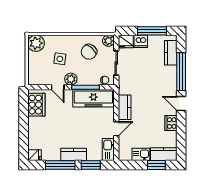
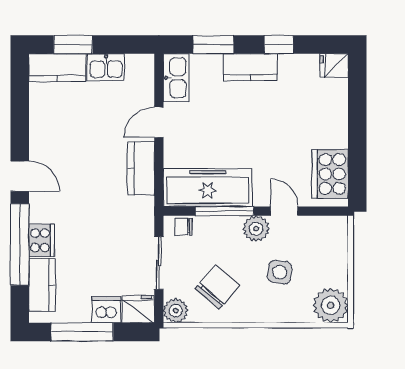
cooker: (171, 123) -> (42, 240), moved
window: (60, 165) -> (279, 45), width x0.46

